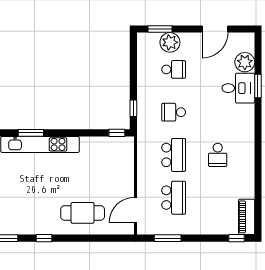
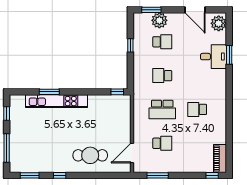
door: (215, 29) -> (195, 10), hinge flipped
plant: (245, 62) -> (219, 23), moved
window: (133, 108) -> (130, 45), moved
school desk: (174, 155) -> (162, 109), turned 90
school desk: (218, 155) -> (197, 109), turned 90
school desk: (174, 198) -> (162, 143), width x0.54

